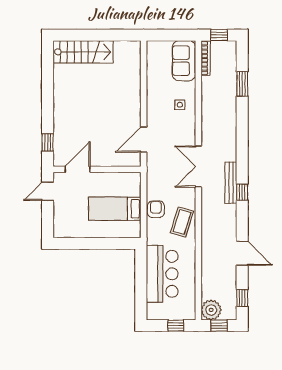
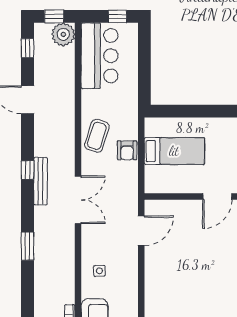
window: (242, 84) -> (28, 246), moved
bar counter: (162, 274) -> (100, 56), moved, turned 180
window: (176, 326) -> (117, 16), moved

